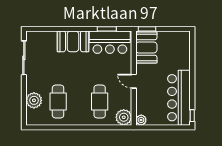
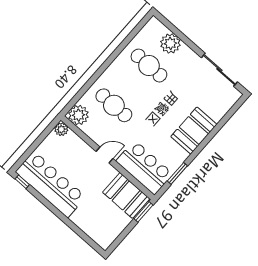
bar counter: (110, 42) -> (144, 167), moved, turned 90

